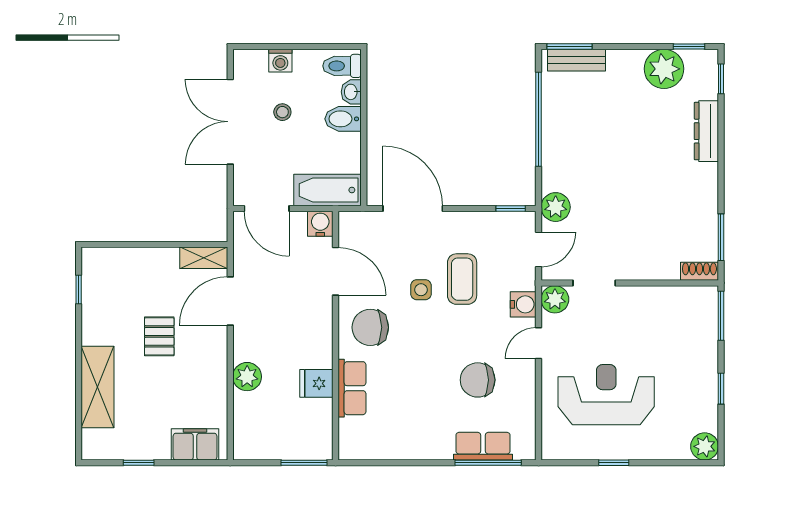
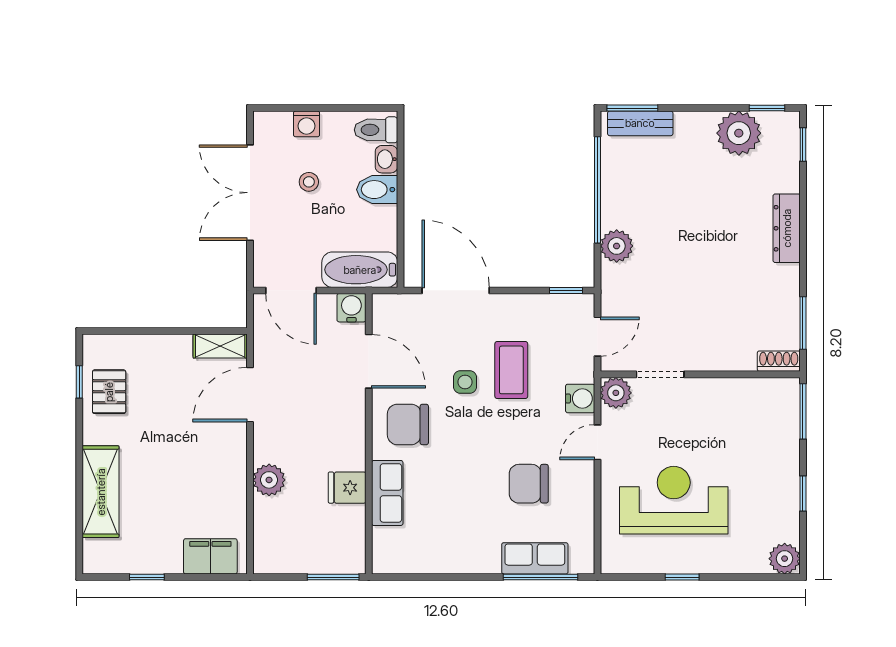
dresser: (706, 131) -> (787, 228), moved
plant: (556, 207) -> (617, 246), moved
pallet: (159, 336) -> (109, 392), moved

